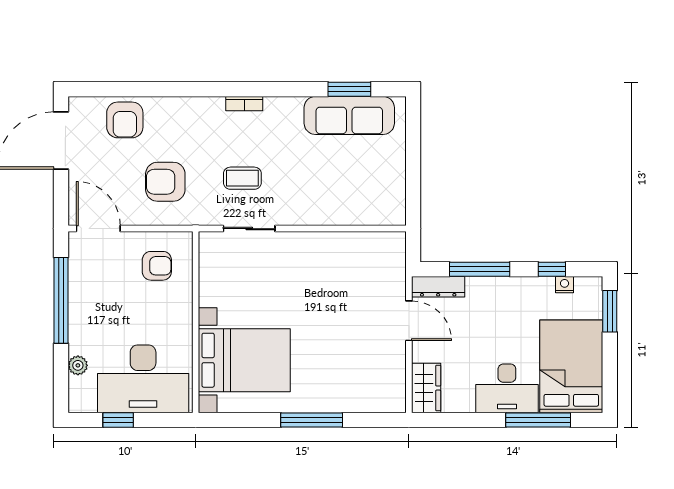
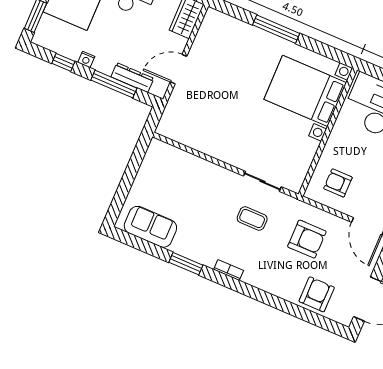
window: (349, 89) -> (186, 264), moved
sofa: (349, 115) -> (150, 227), width x0.73
nightstand: (565, 285) -> (86, 59), moved
dresser: (438, 287) -> (132, 78), moved
door: (409, 321) -> (179, 69), hinge flipped

